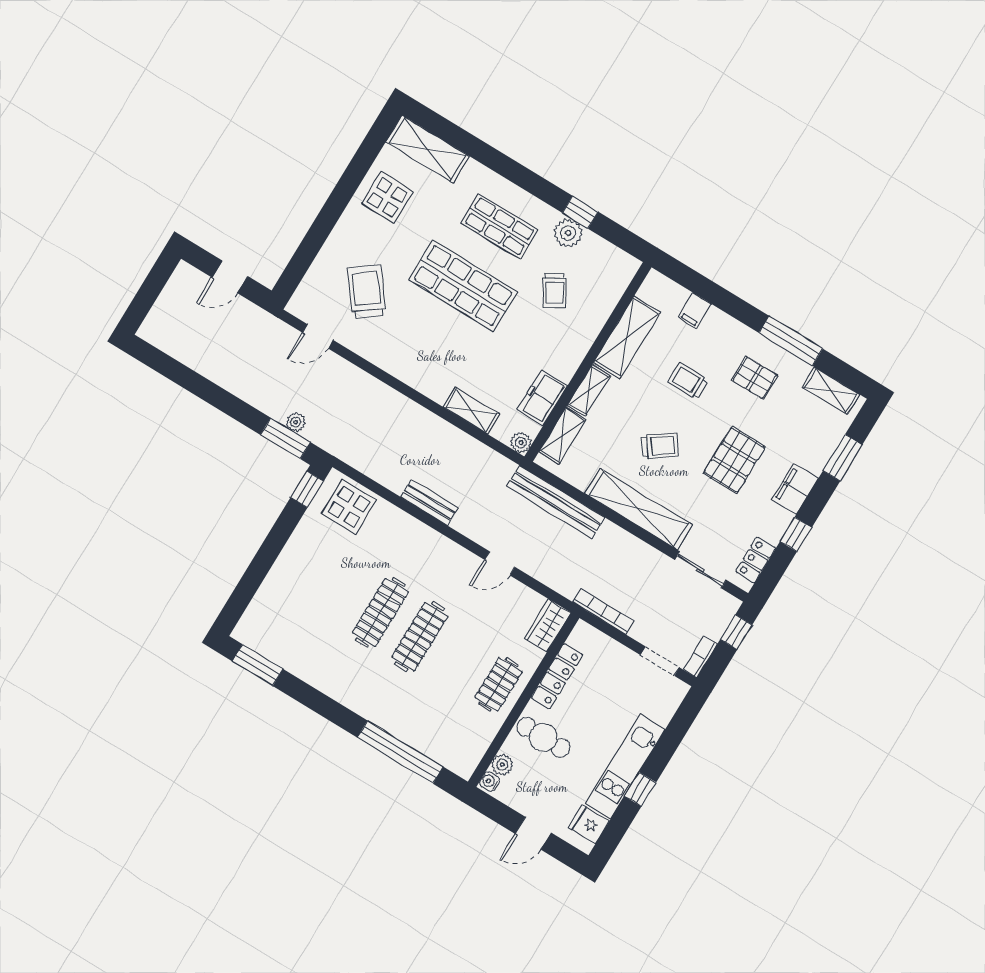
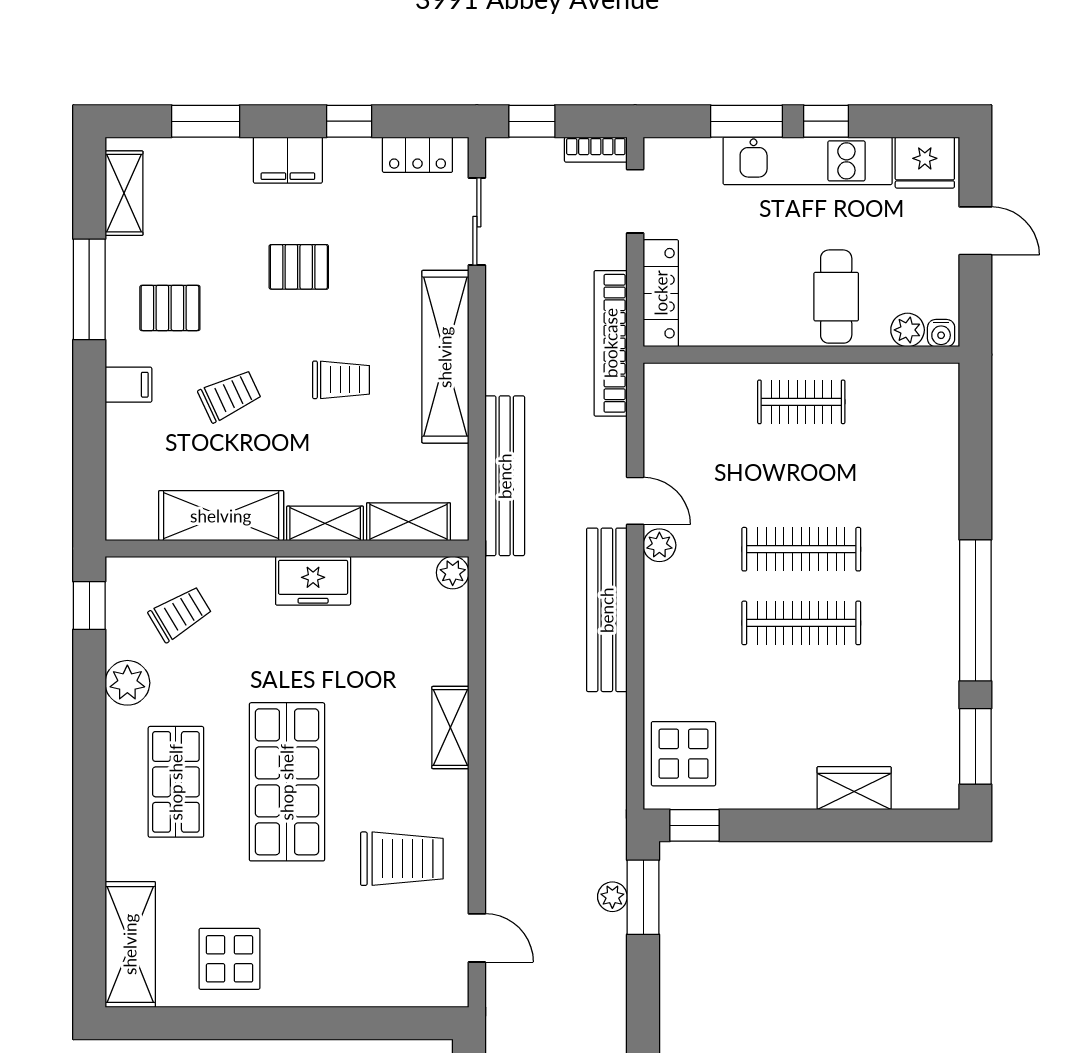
window: (580, 212) -> (89, 606), moved
trolley: (554, 291) -> (180, 614), moved
trolley: (367, 292) -> (402, 859), moved, turned -143
filing cabinet: (695, 311) -> (128, 385), moved
pallet: (755, 378) -> (170, 308), turned 90
trolley: (688, 381) -> (230, 396), turned -115
freezer: (542, 398) -> (313, 581), moved
shelving: (471, 411) -> (450, 728), moved
trolley: (660, 446) -> (341, 380), turned 125
pallet: (734, 460) -> (299, 267), width x0.67, depth x0.71
bench: (429, 502) -> (607, 610), width x1.86, depth x1.21
plant: (468, 562) -> (659, 545), added
bookcase: (603, 612) -> (611, 343), width x1.48, depth x1.31
wardrobe: (548, 626) -> (854, 788), moved, turned 180
locker: (557, 676) -> (661, 293), moved, turned 90
window: (666, 747) -> (746, 121), added
window: (400, 752) -> (975, 610), moved
fridge: (589, 824) -> (925, 163), width x1.38

